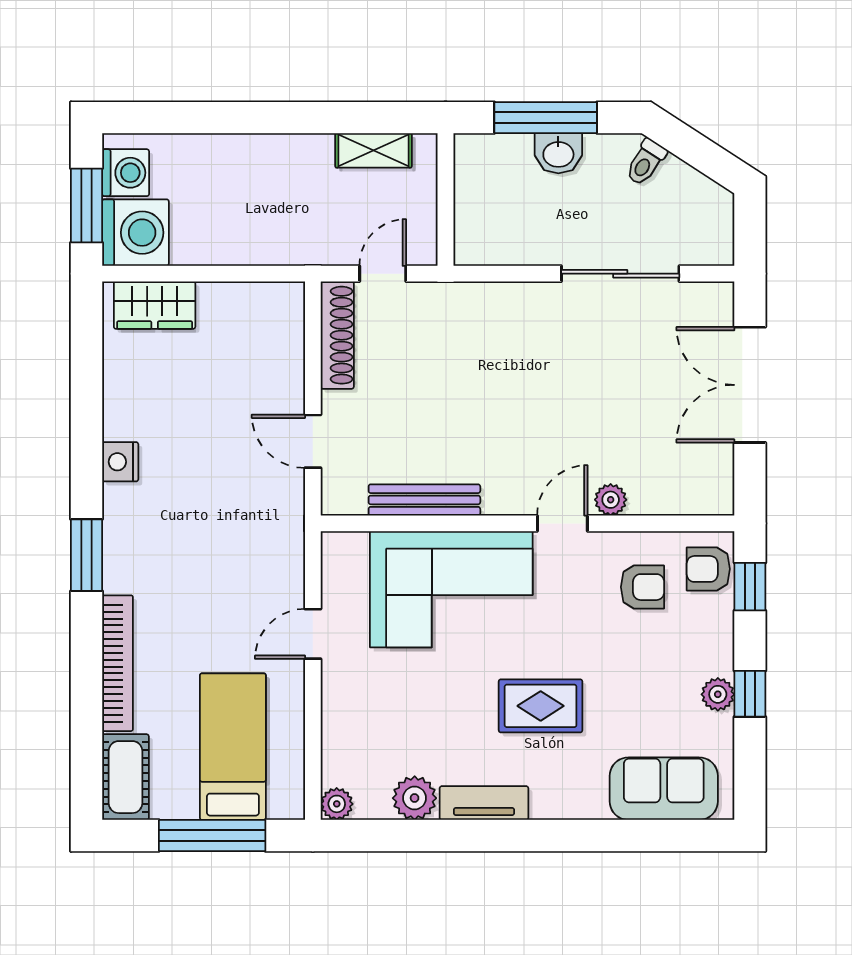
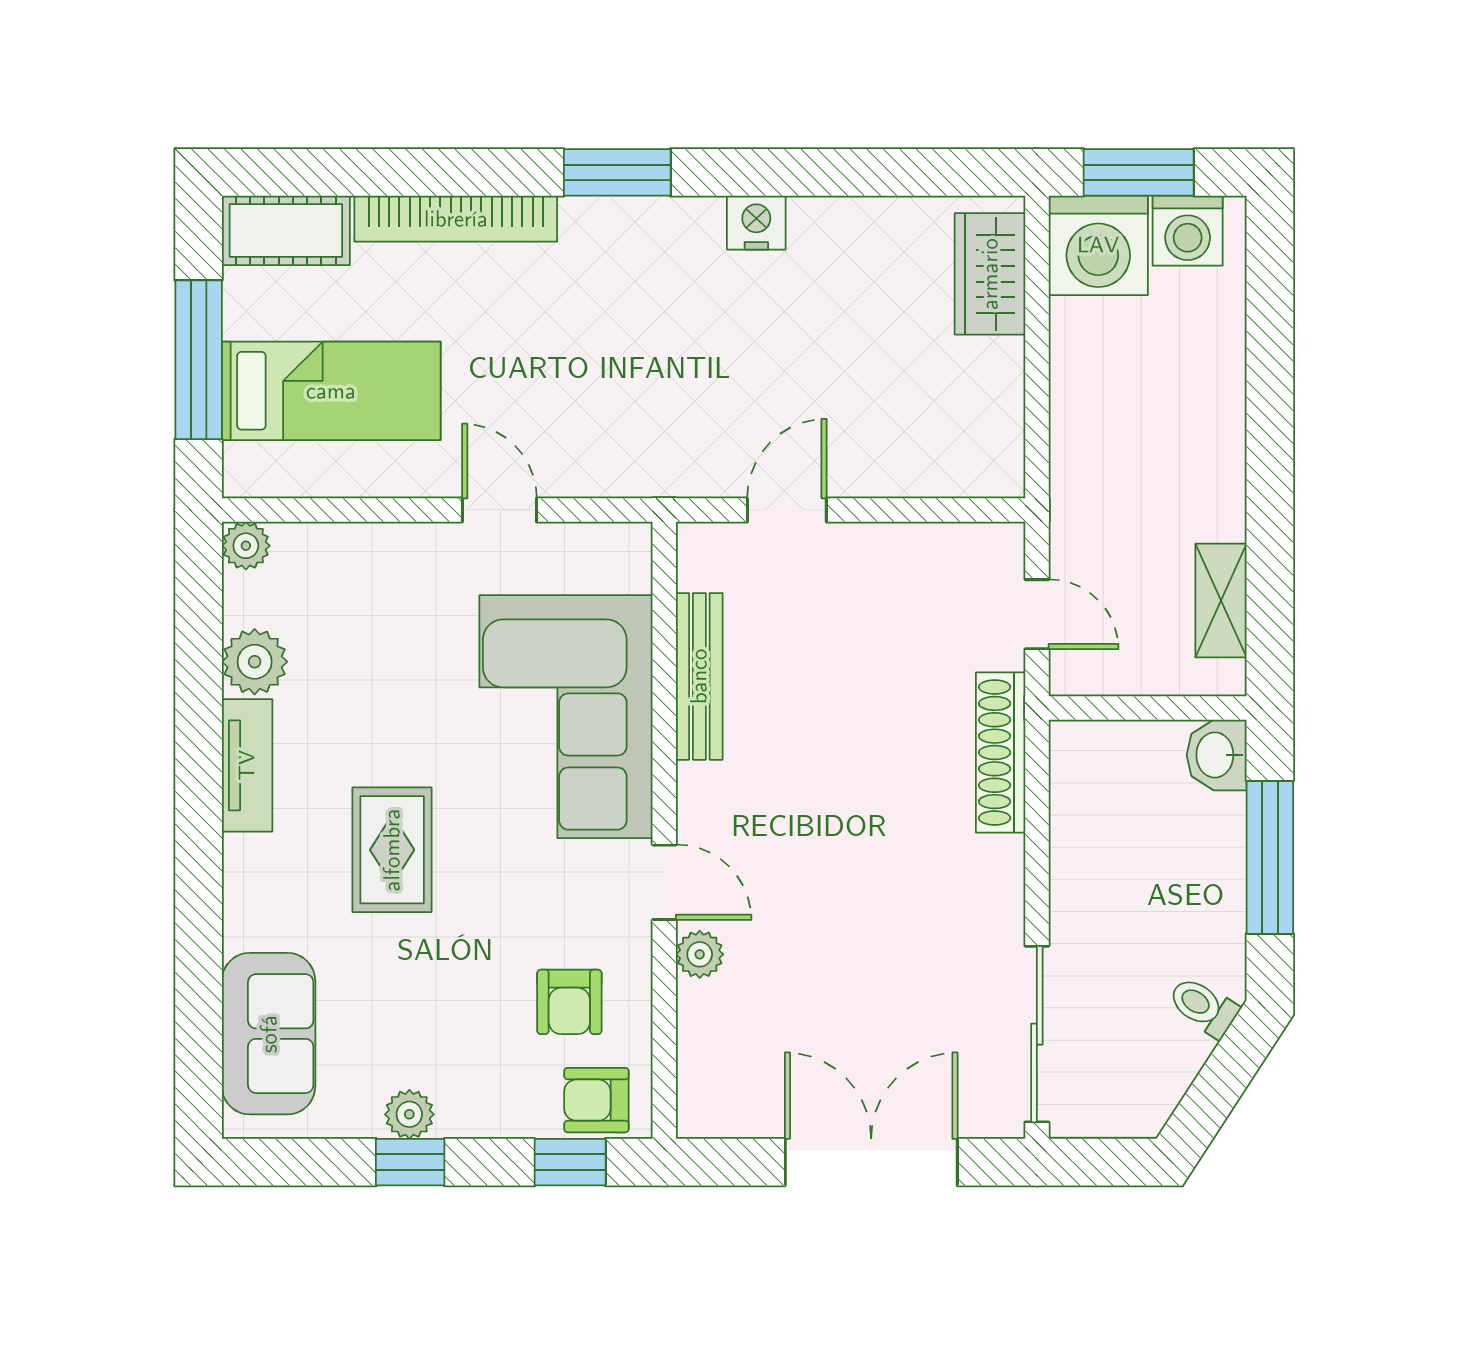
washbasin: (558, 153) -> (1217, 755), moved
sliding door: (620, 274) -> (1037, 1034), moved
shoe rack: (337, 335) -> (1001, 752), moved, turned 90
armchair: (708, 569) -> (596, 1100), turned -90

